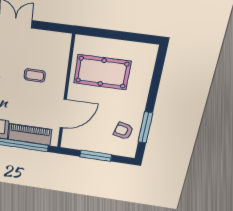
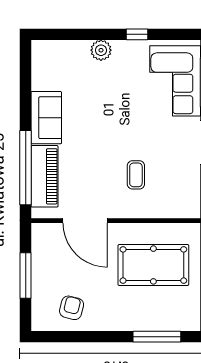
pool table: (102, 72) -> (153, 265), turned 90
window: (145, 127) -> (157, 337), moved

